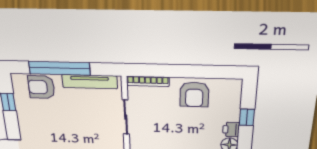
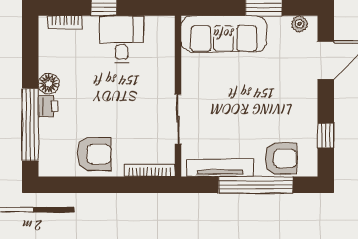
armchair: (194, 95) -> (94, 154), turned 90
window: (247, 117) -> (30, 125), width x3.17

